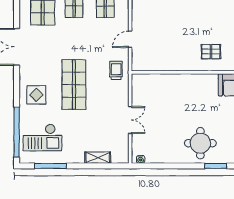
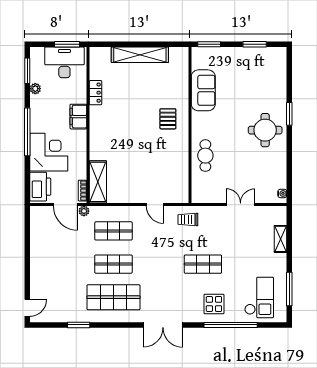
shop shelf: (74, 85) -> (203, 264), width x0.70, depth x0.74
cafe table: (176, 87) -> (205, 156), added
window: (17, 132) -> (231, 325), moved

